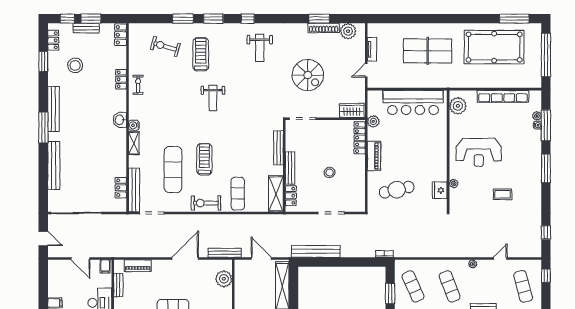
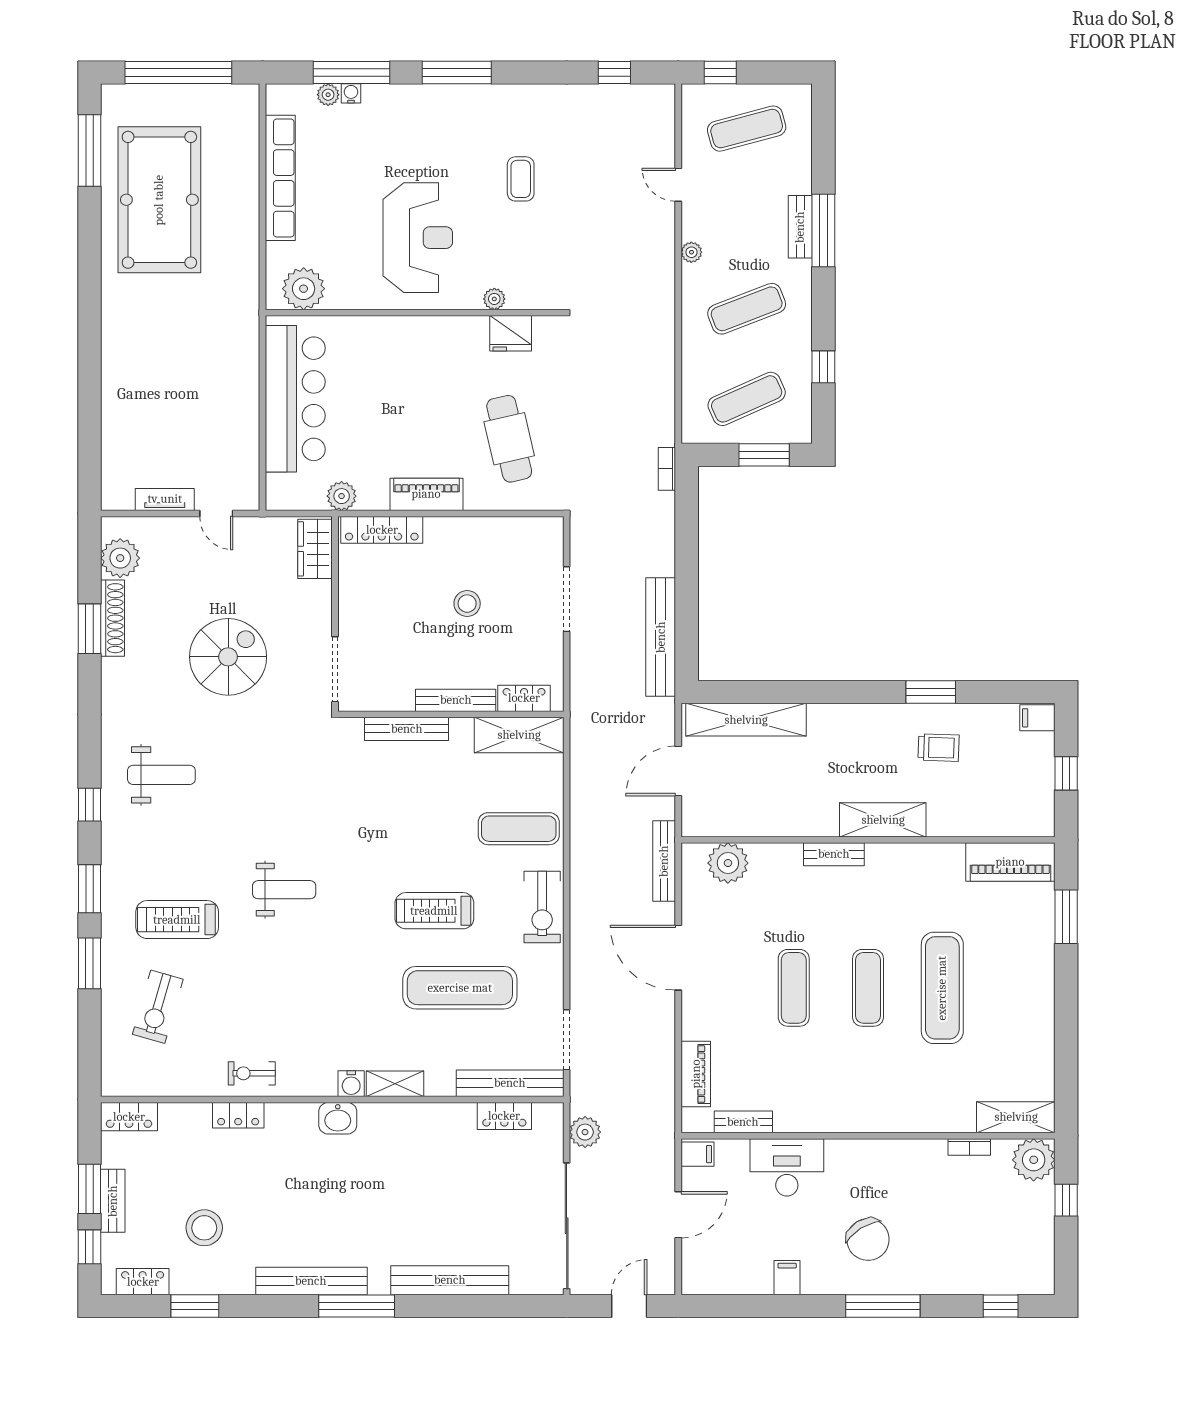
table tennis table: (428, 51) -> (169, 363), removed
plant: (114, 221) -> (585, 1132), added

